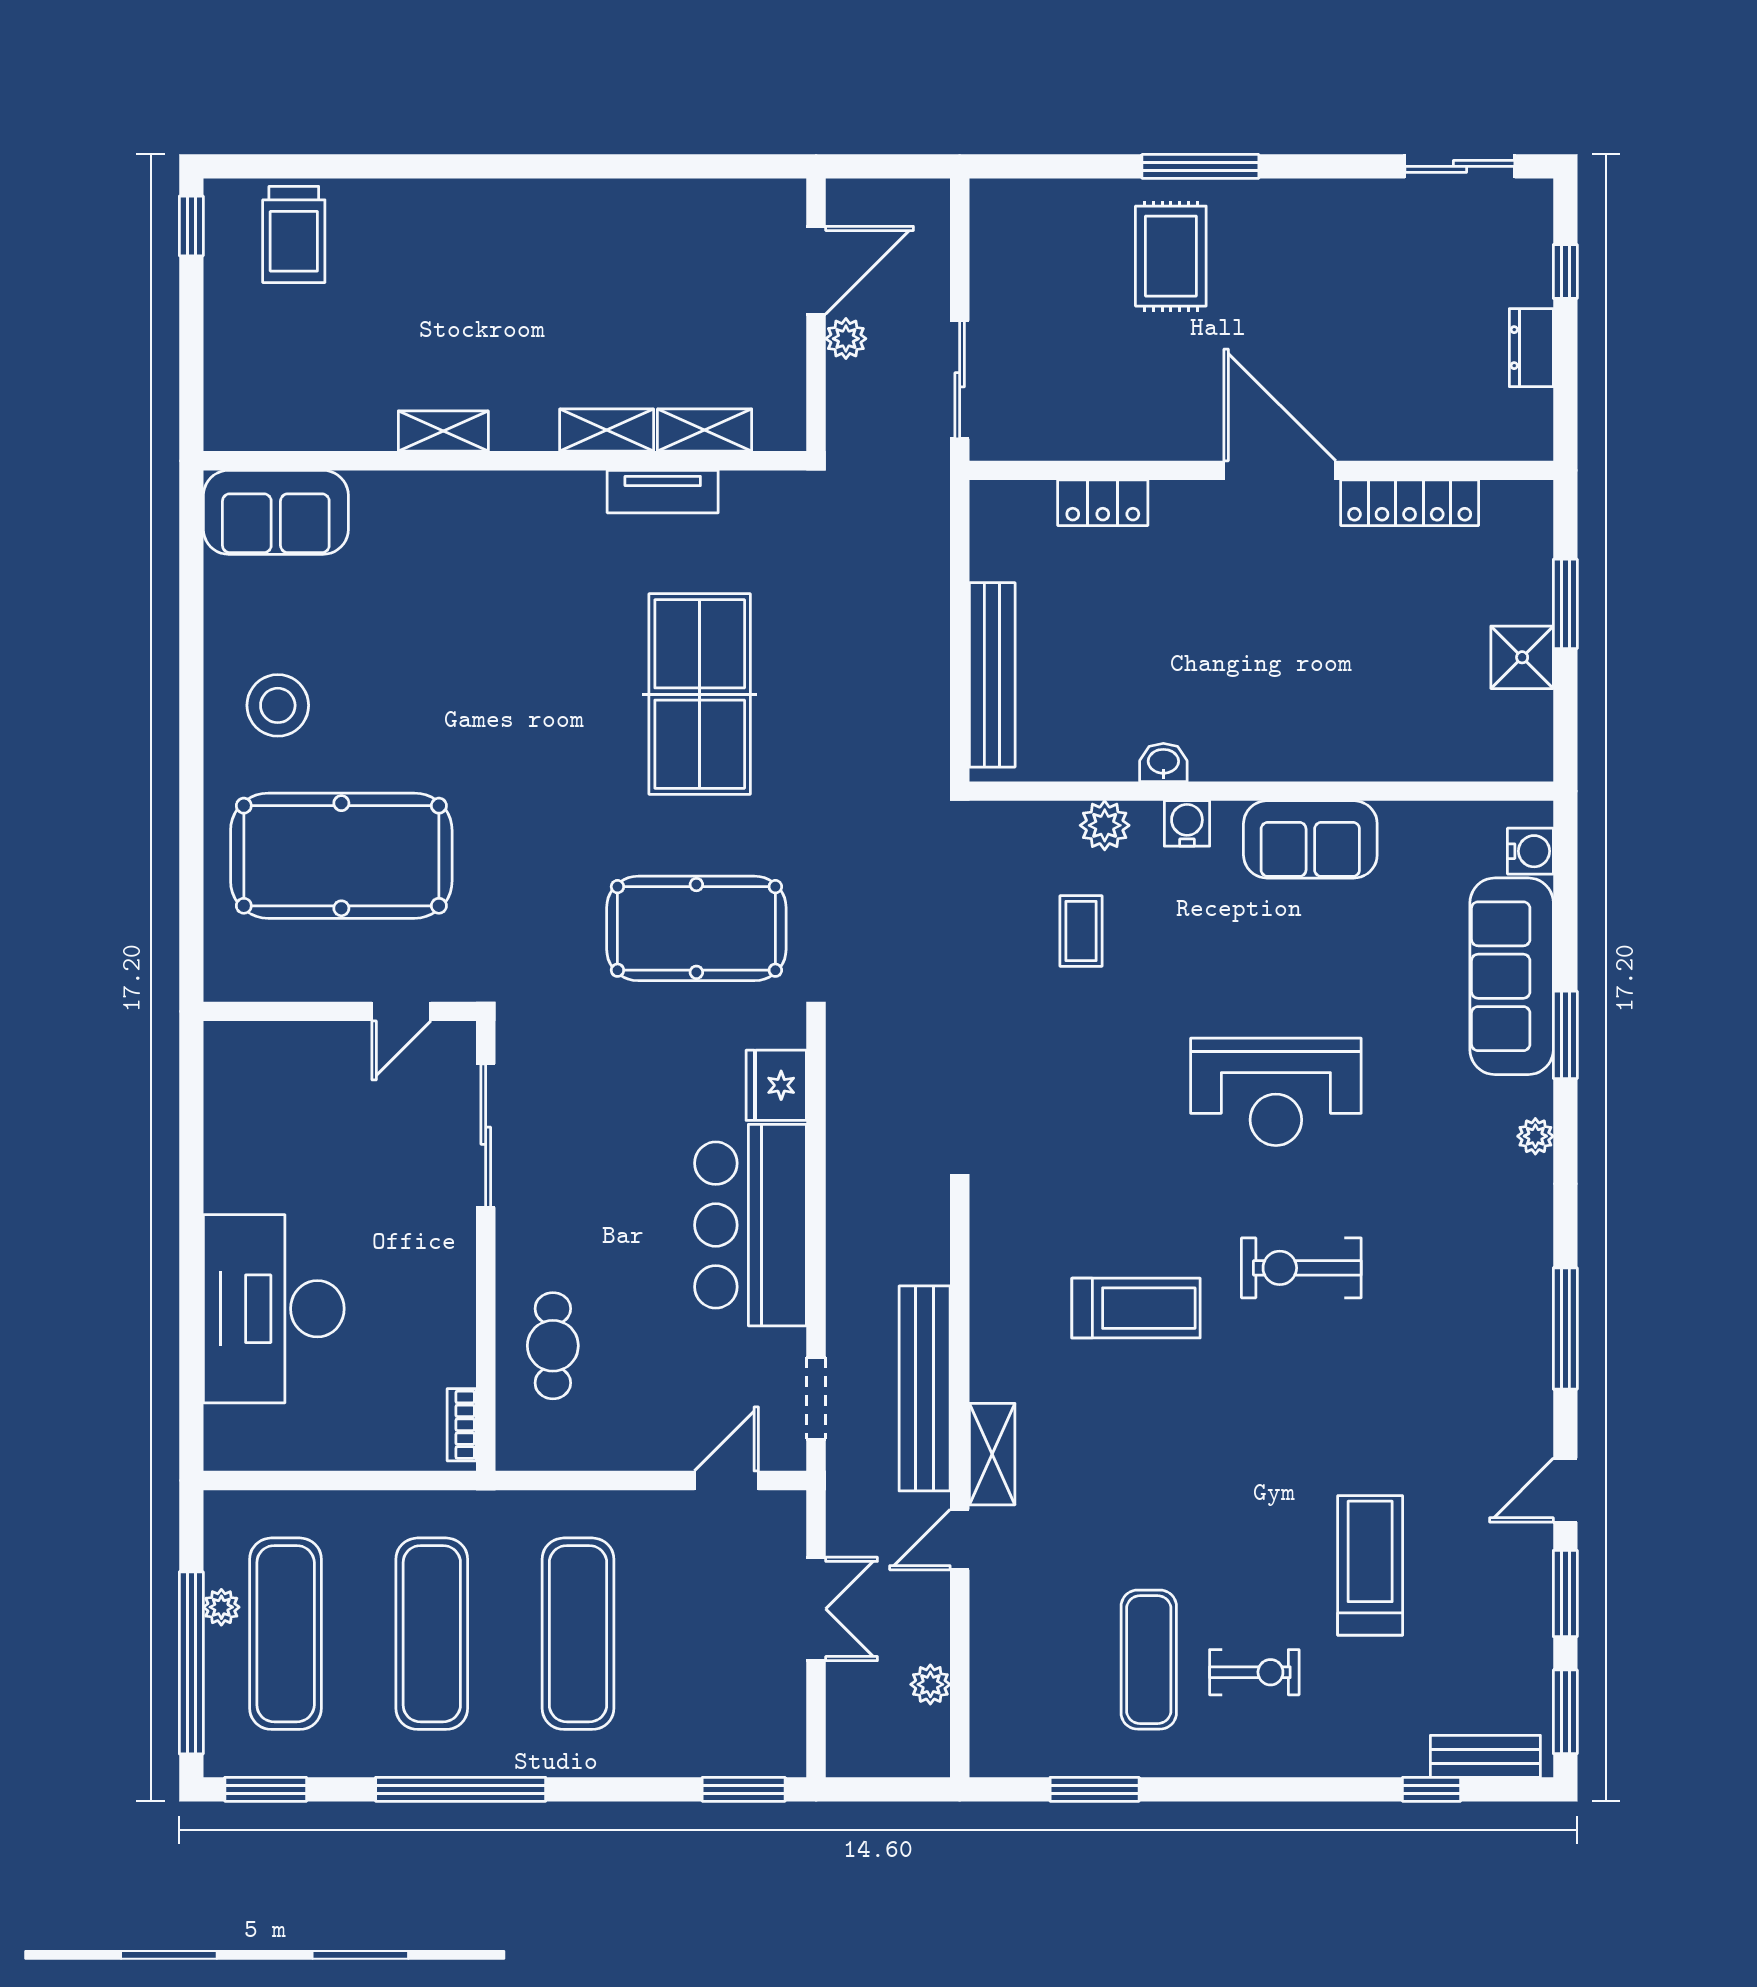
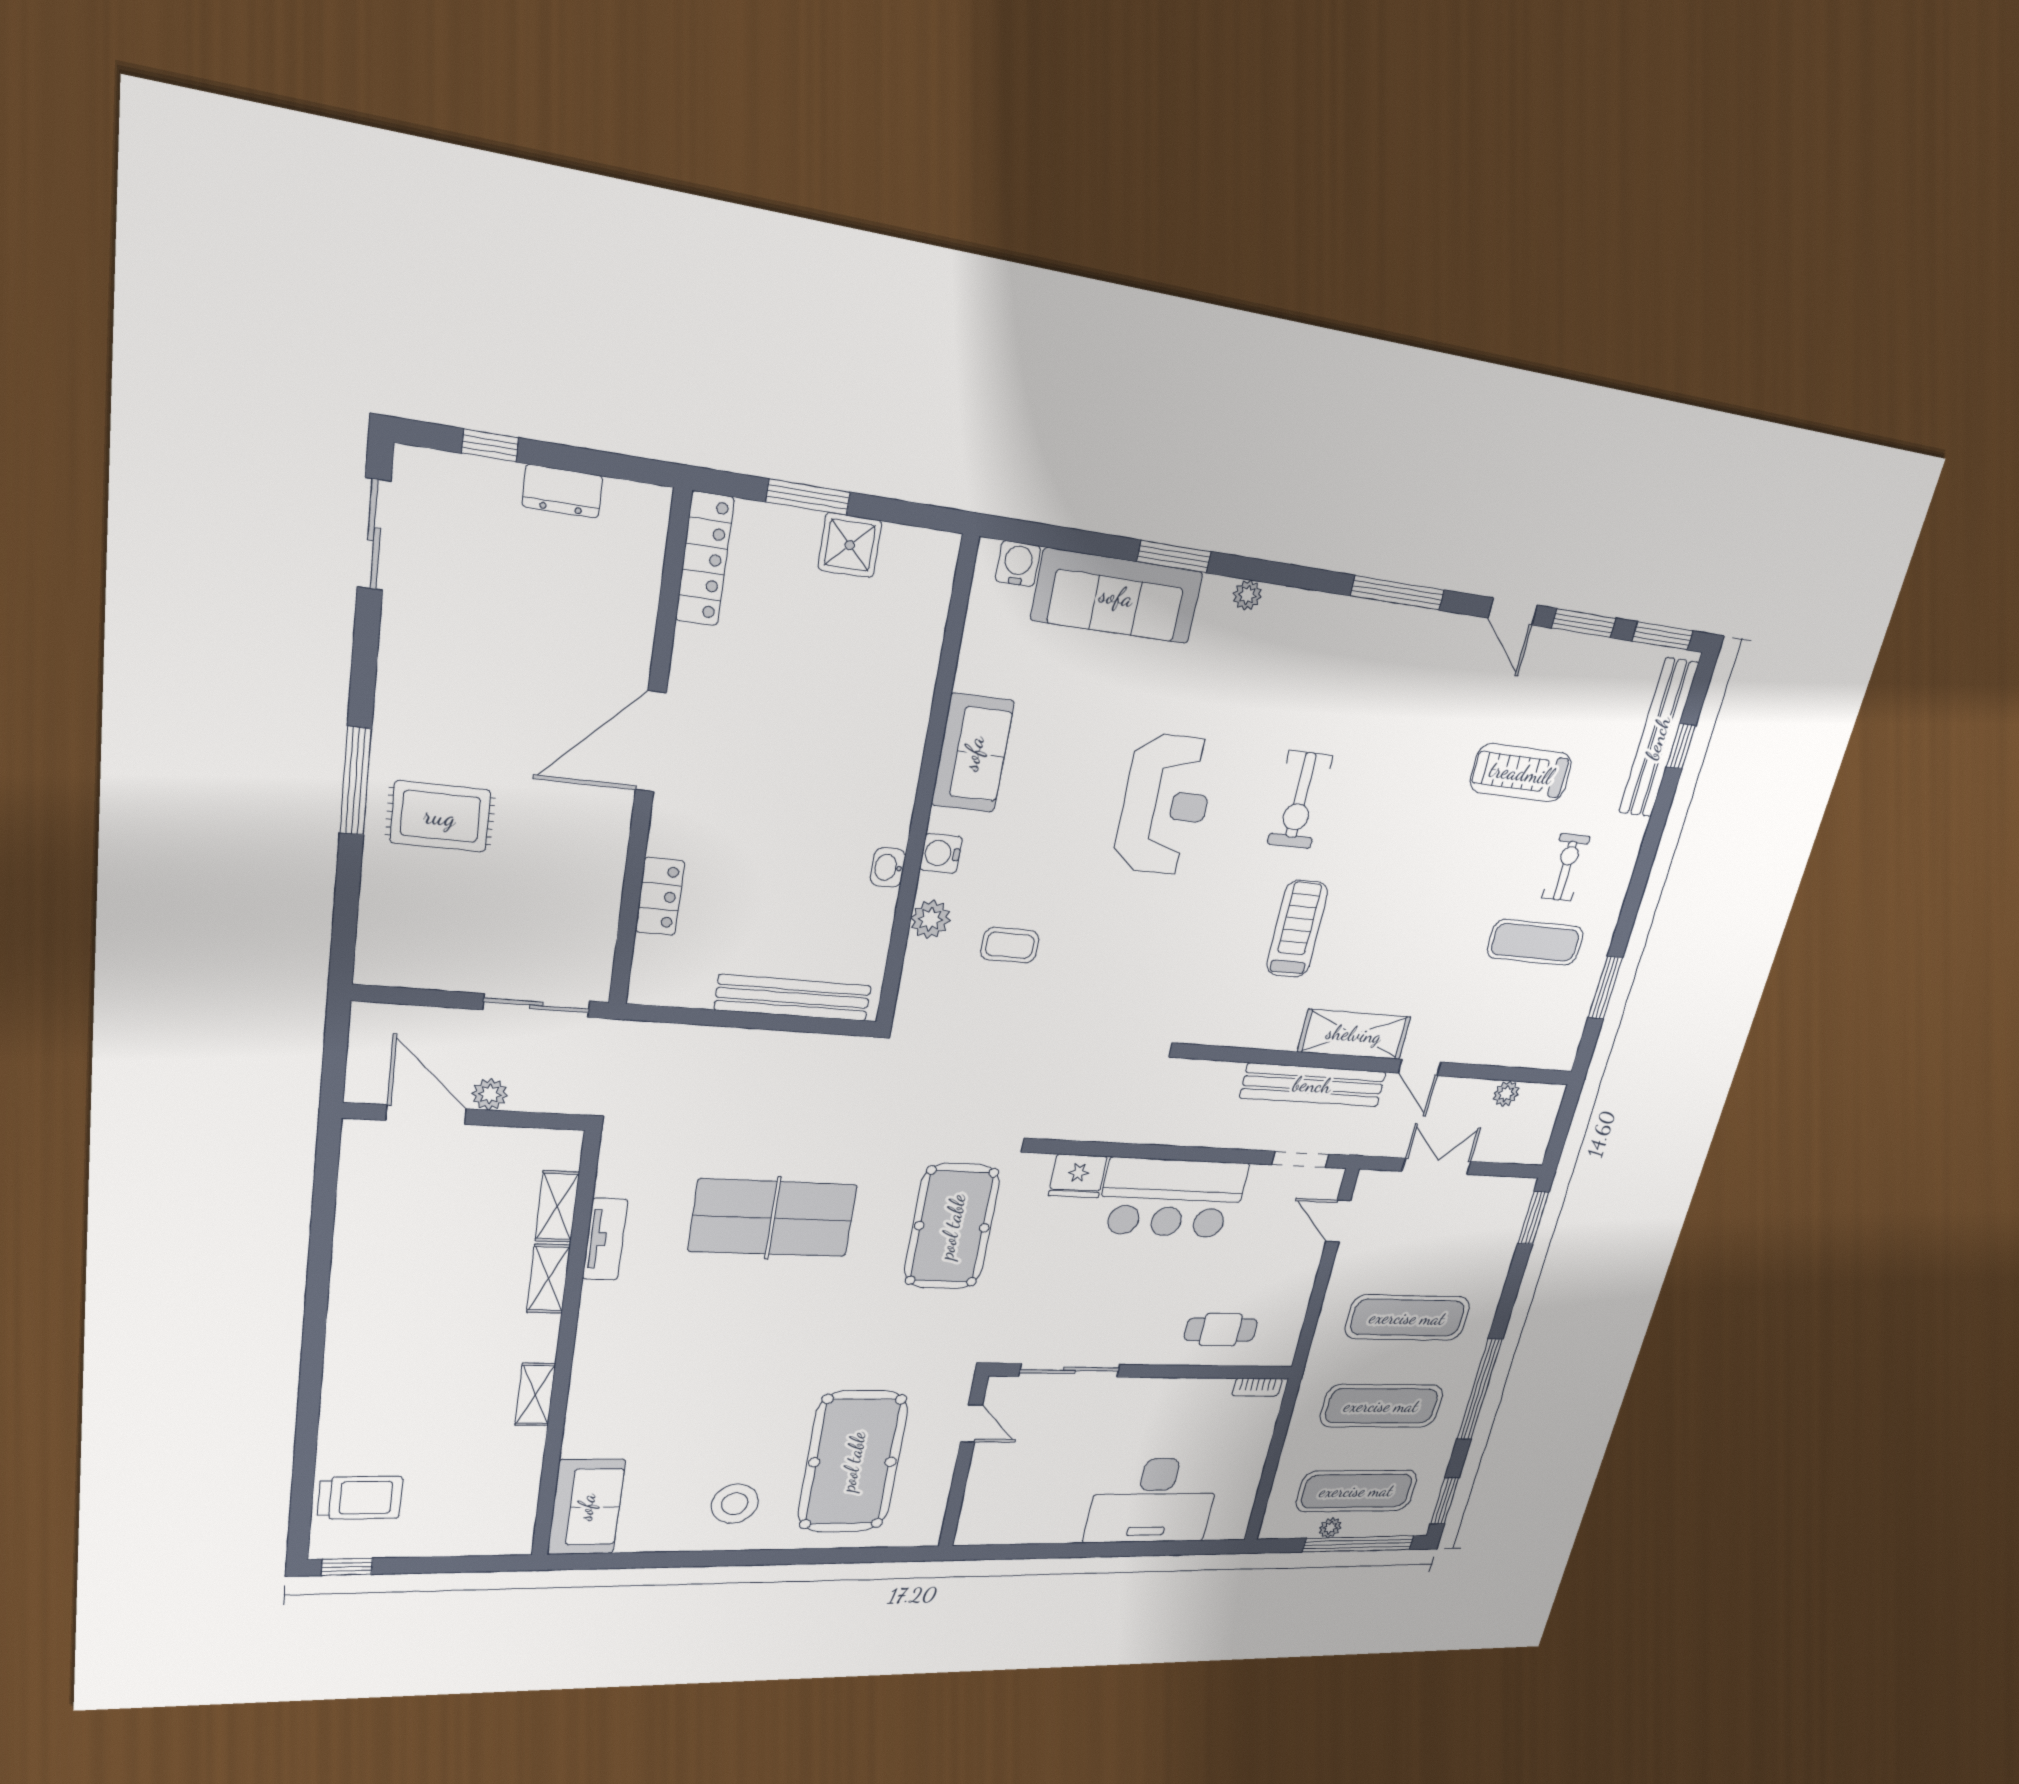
locker: (1410, 503) -> (705, 559), moved
shelving: (992, 1454) -> (1354, 1034), width x1.50, depth x1.33
bench: (1485, 1756) -> (1658, 738), width x1.86, depth x1.21

